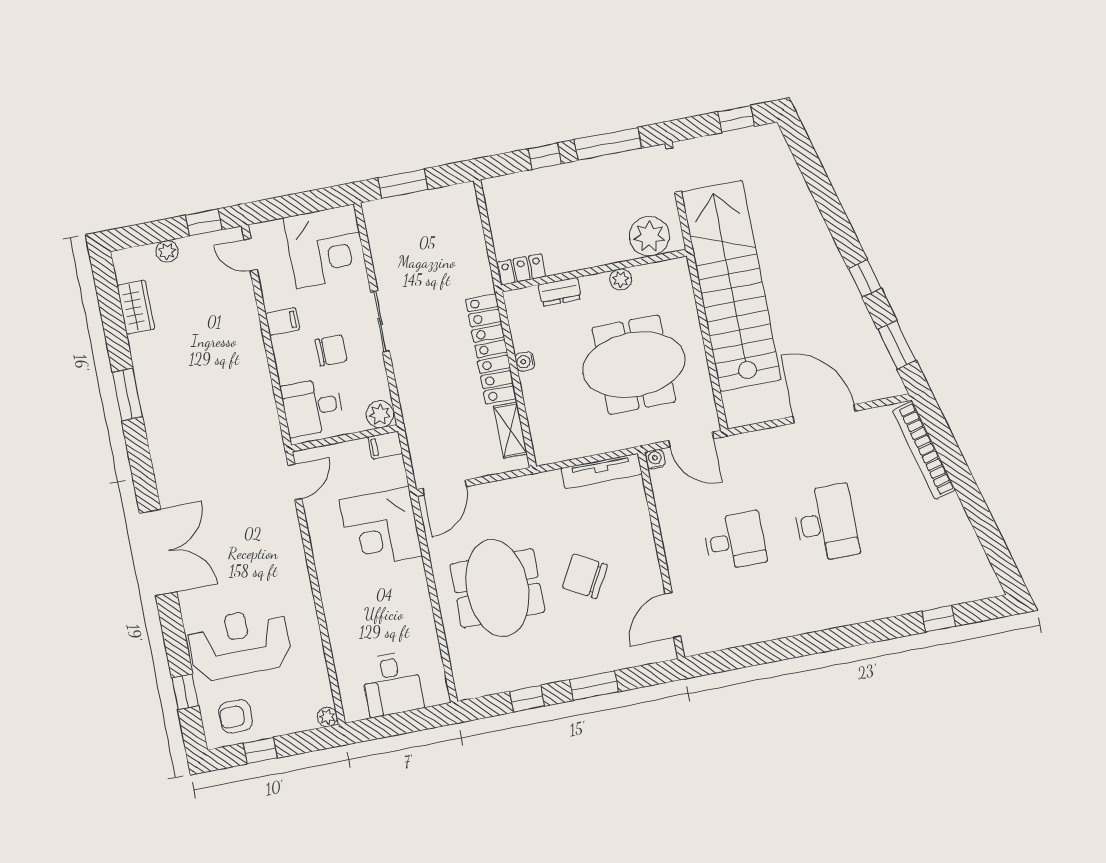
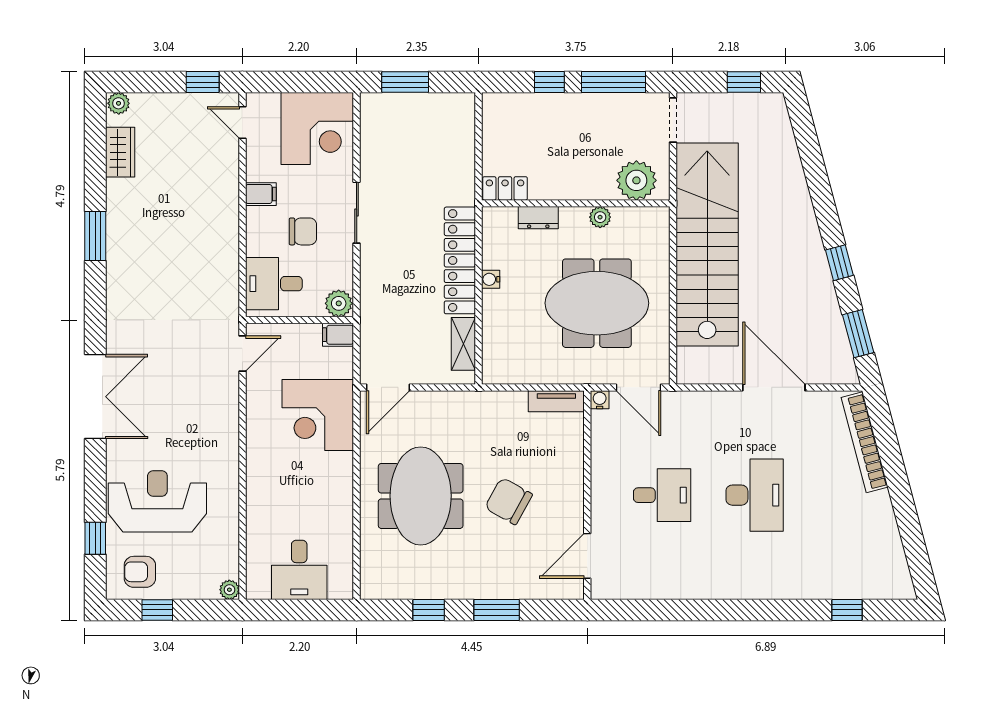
plant: (167, 251) -> (119, 103), moved
tv unit: (602, 471) -> (556, 401), width x0.71

